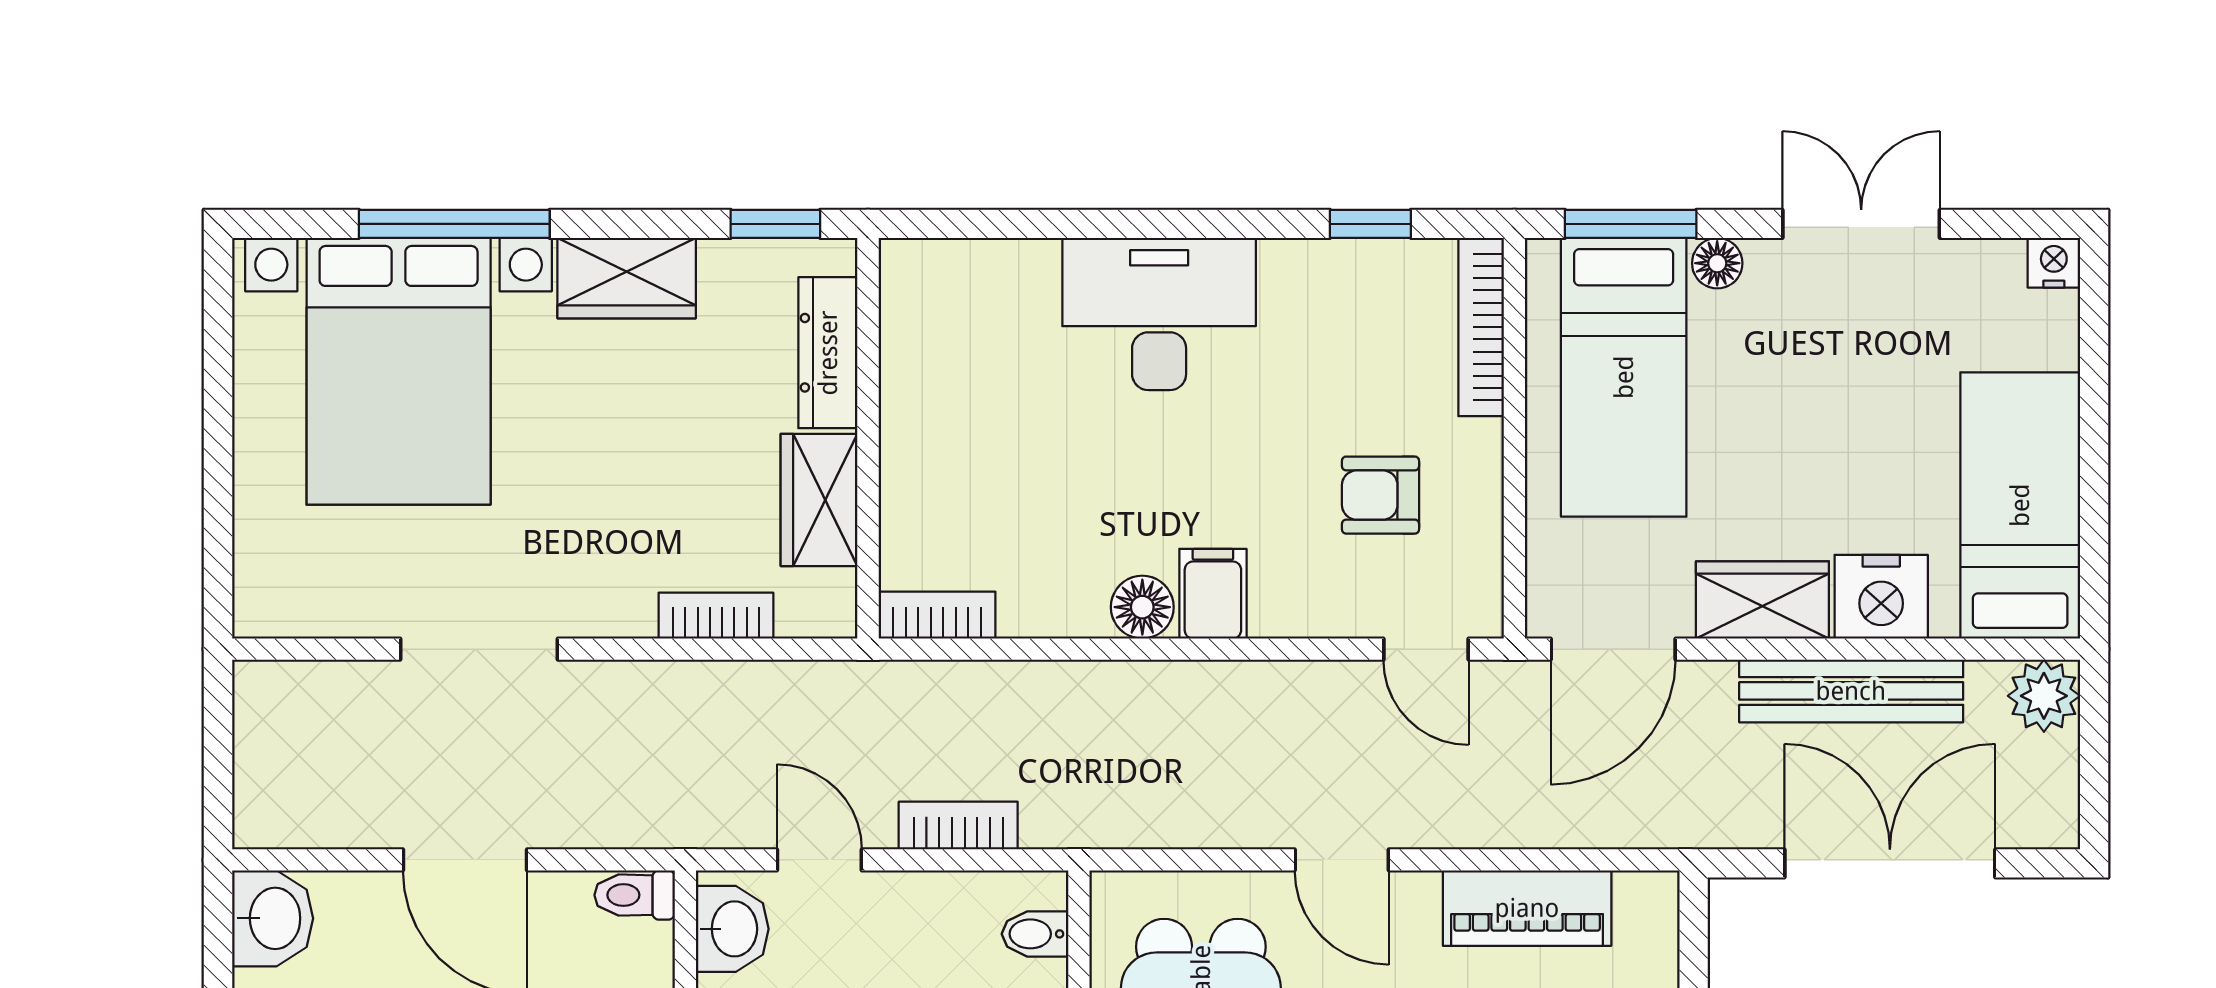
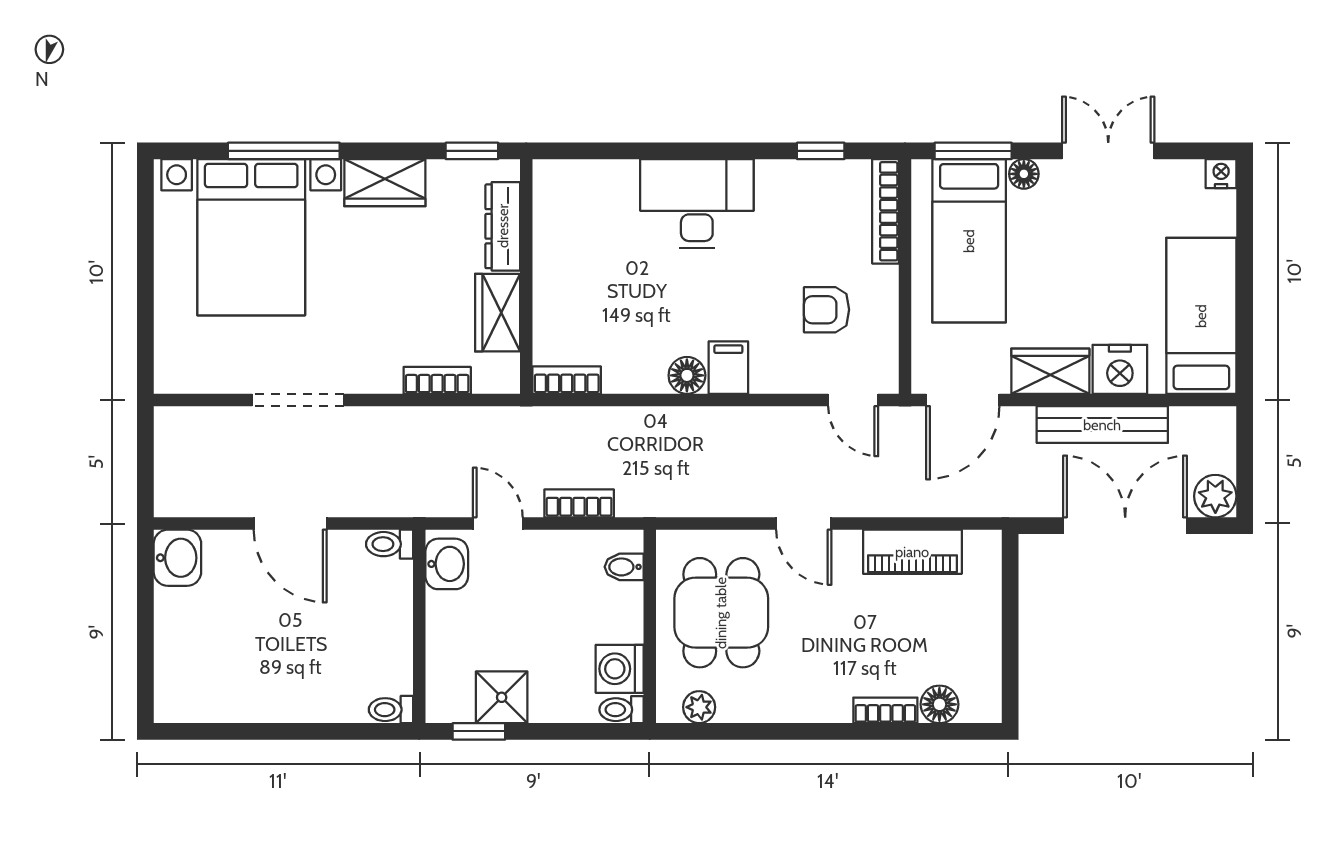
plant: (2044, 696) -> (1215, 496), moved

